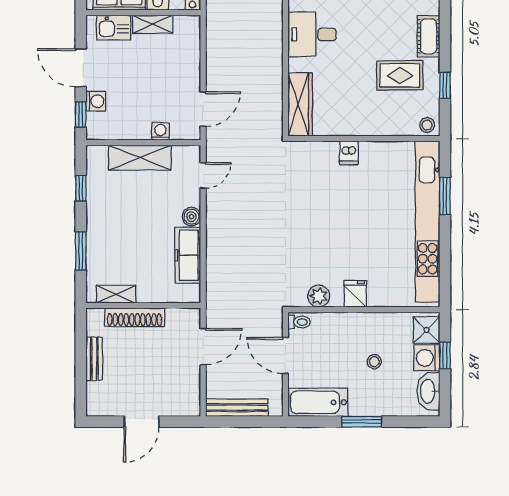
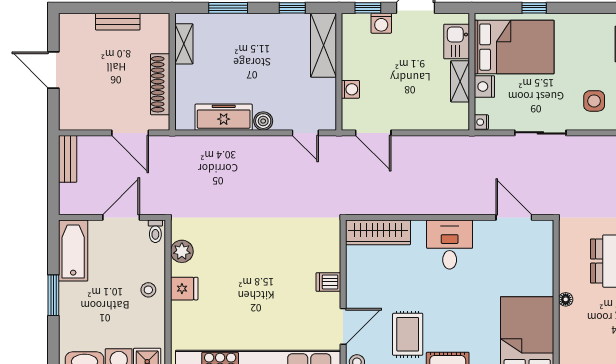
door: (392, 138) -> (343, 326), added
shelving: (140, 158) -> (324, 45), moved
shoe rack: (135, 317) -> (160, 84), moved
stool: (374, 362) -> (148, 290), moved
bench: (237, 408) -> (68, 159), width x0.73

